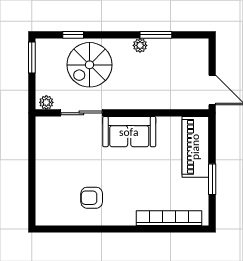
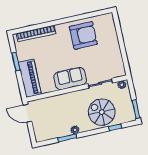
spiral stairs: (90, 65) -> (102, 112), turned -90
armchair: (92, 198) -> (83, 35), width x1.88, depth x1.88

